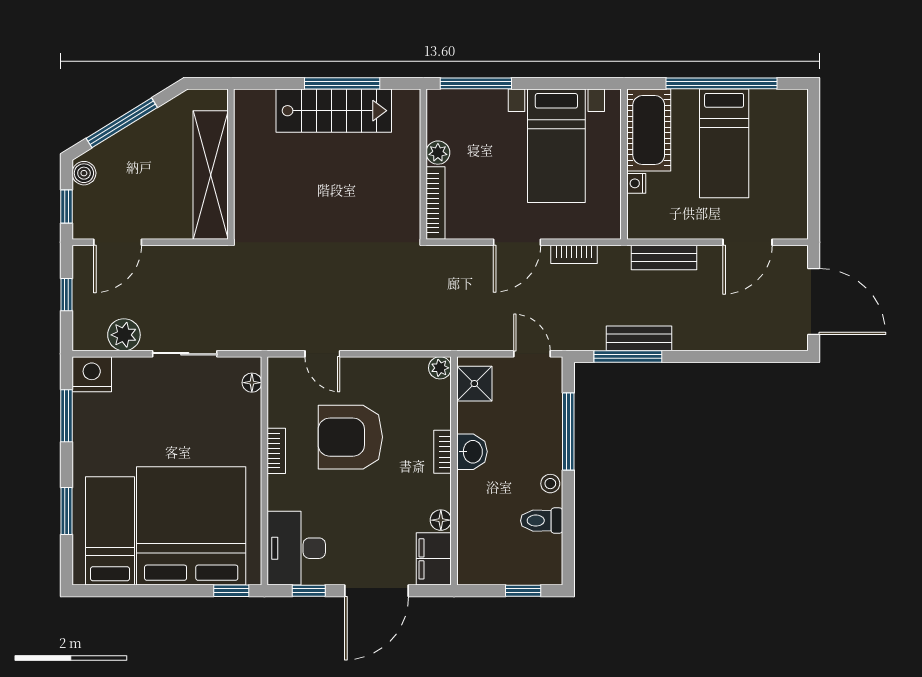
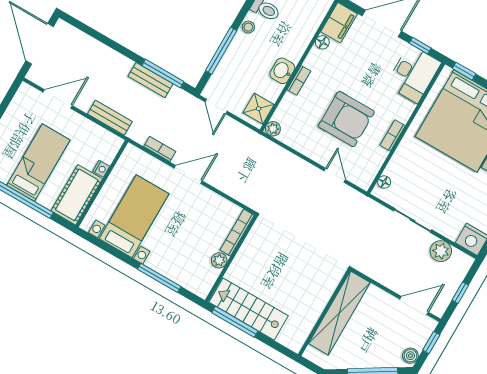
plant: (438, 153) -> (219, 260), moved
wall: (423, 164) -> (231, 259), moved
bookcase: (435, 203) -> (237, 233), moved

